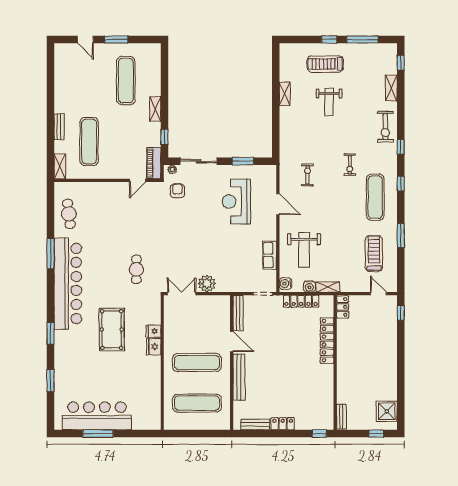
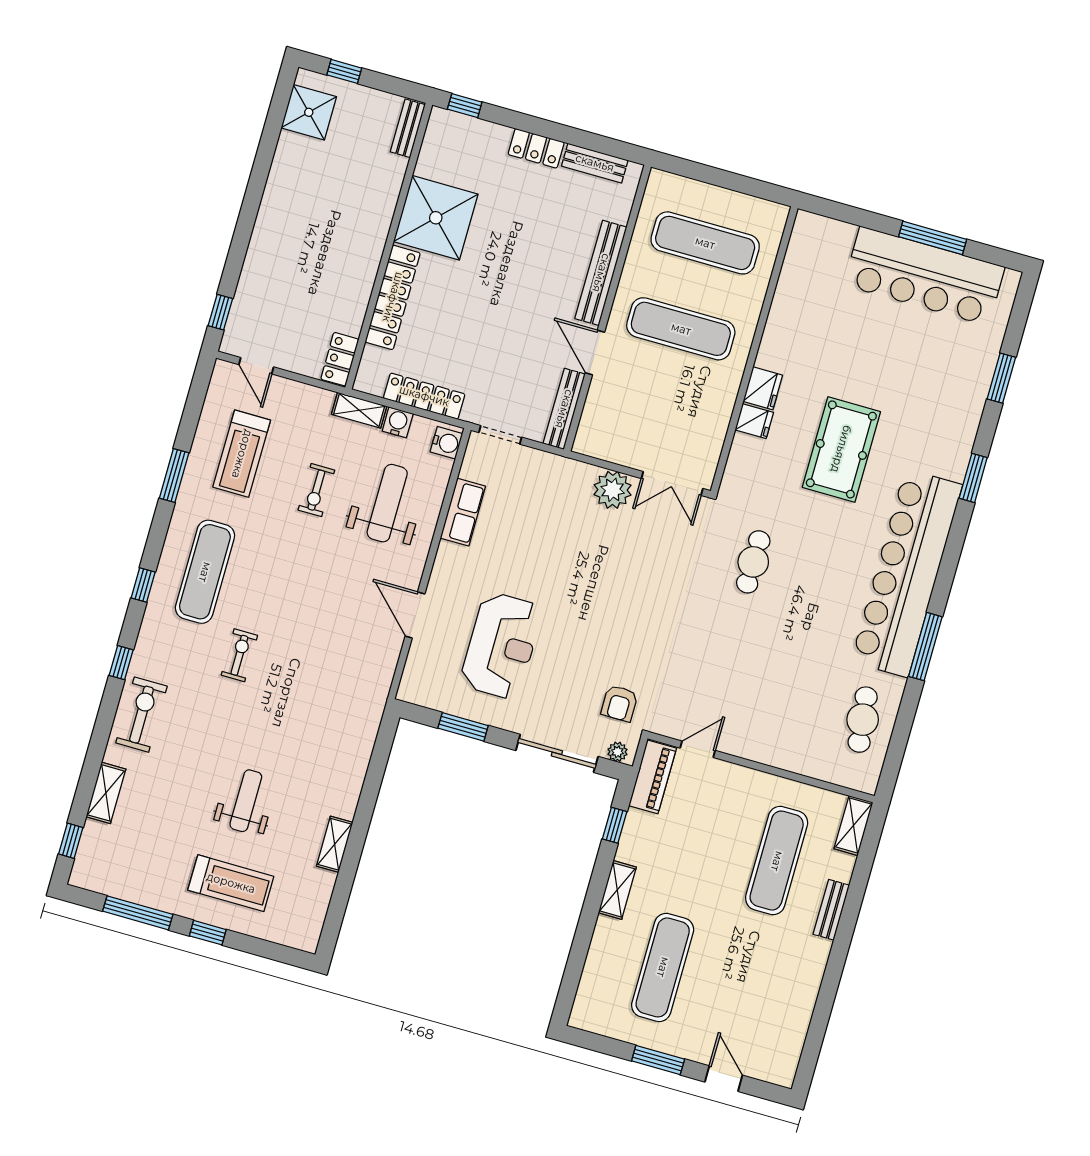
exercise bike: (307, 175) -> (316, 490), moved
shower: (318, 381) -> (436, 218), added

